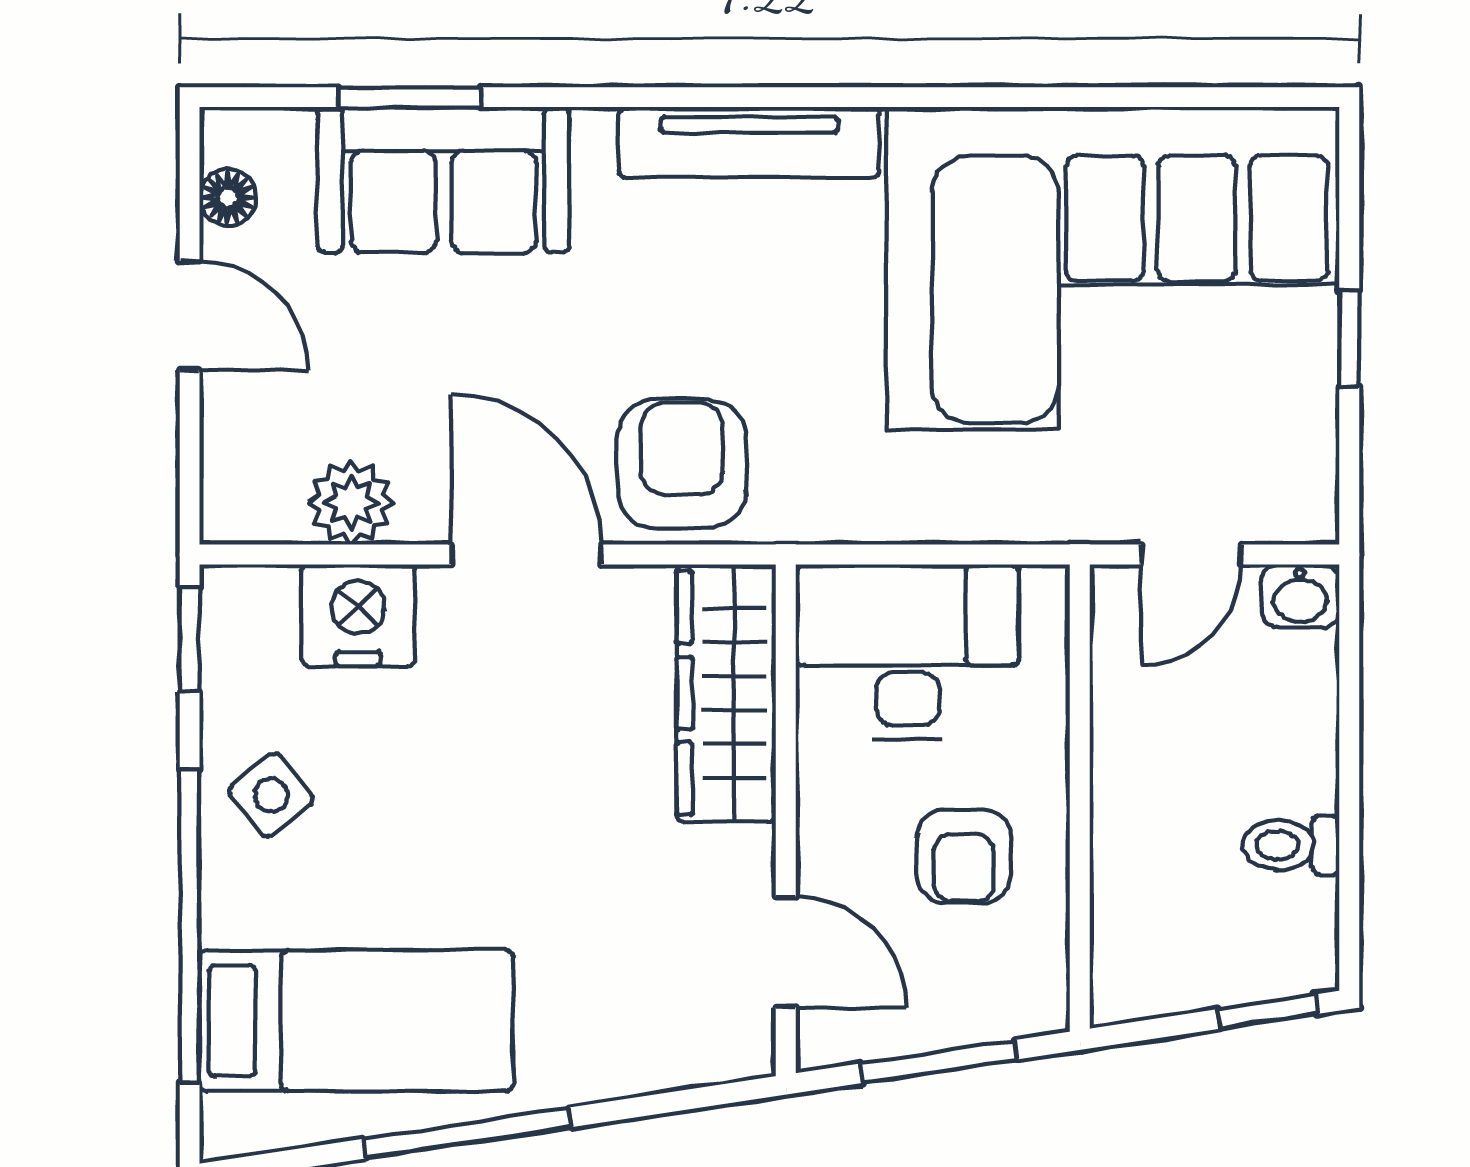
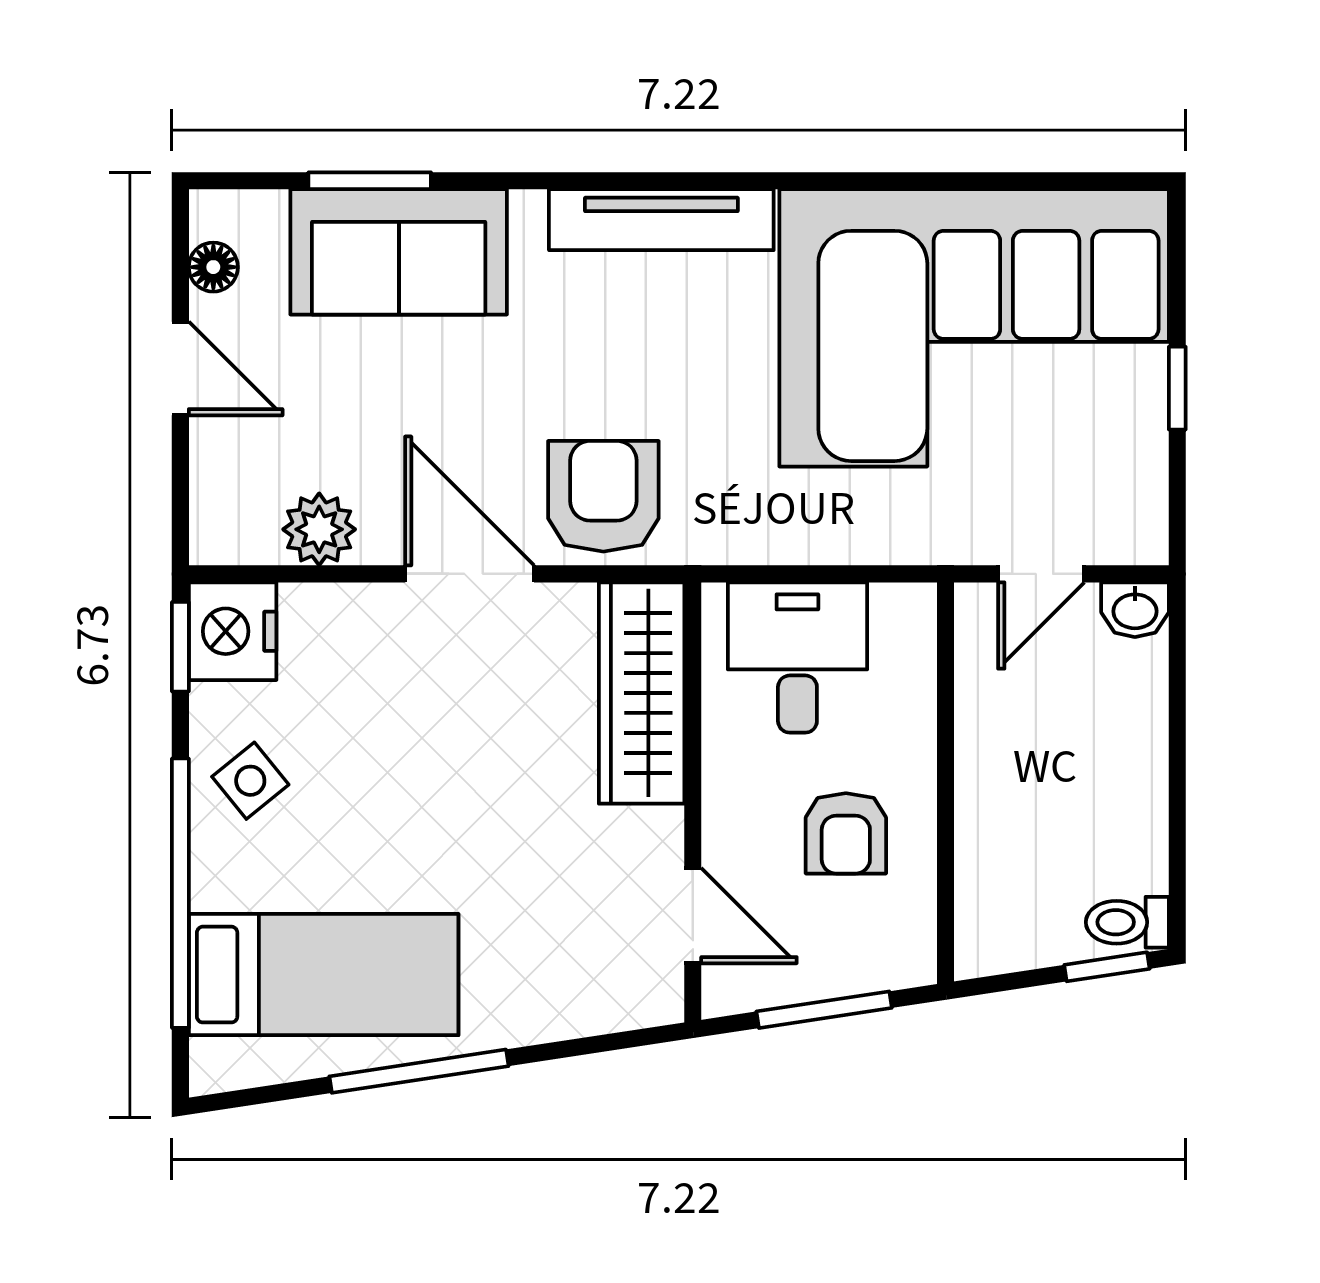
nightstand: (358, 615) -> (233, 631), moved, turned -90
desk: (908, 652) -> (797, 657), width x0.73
toilet: (1291, 845) -> (1127, 922), moved

